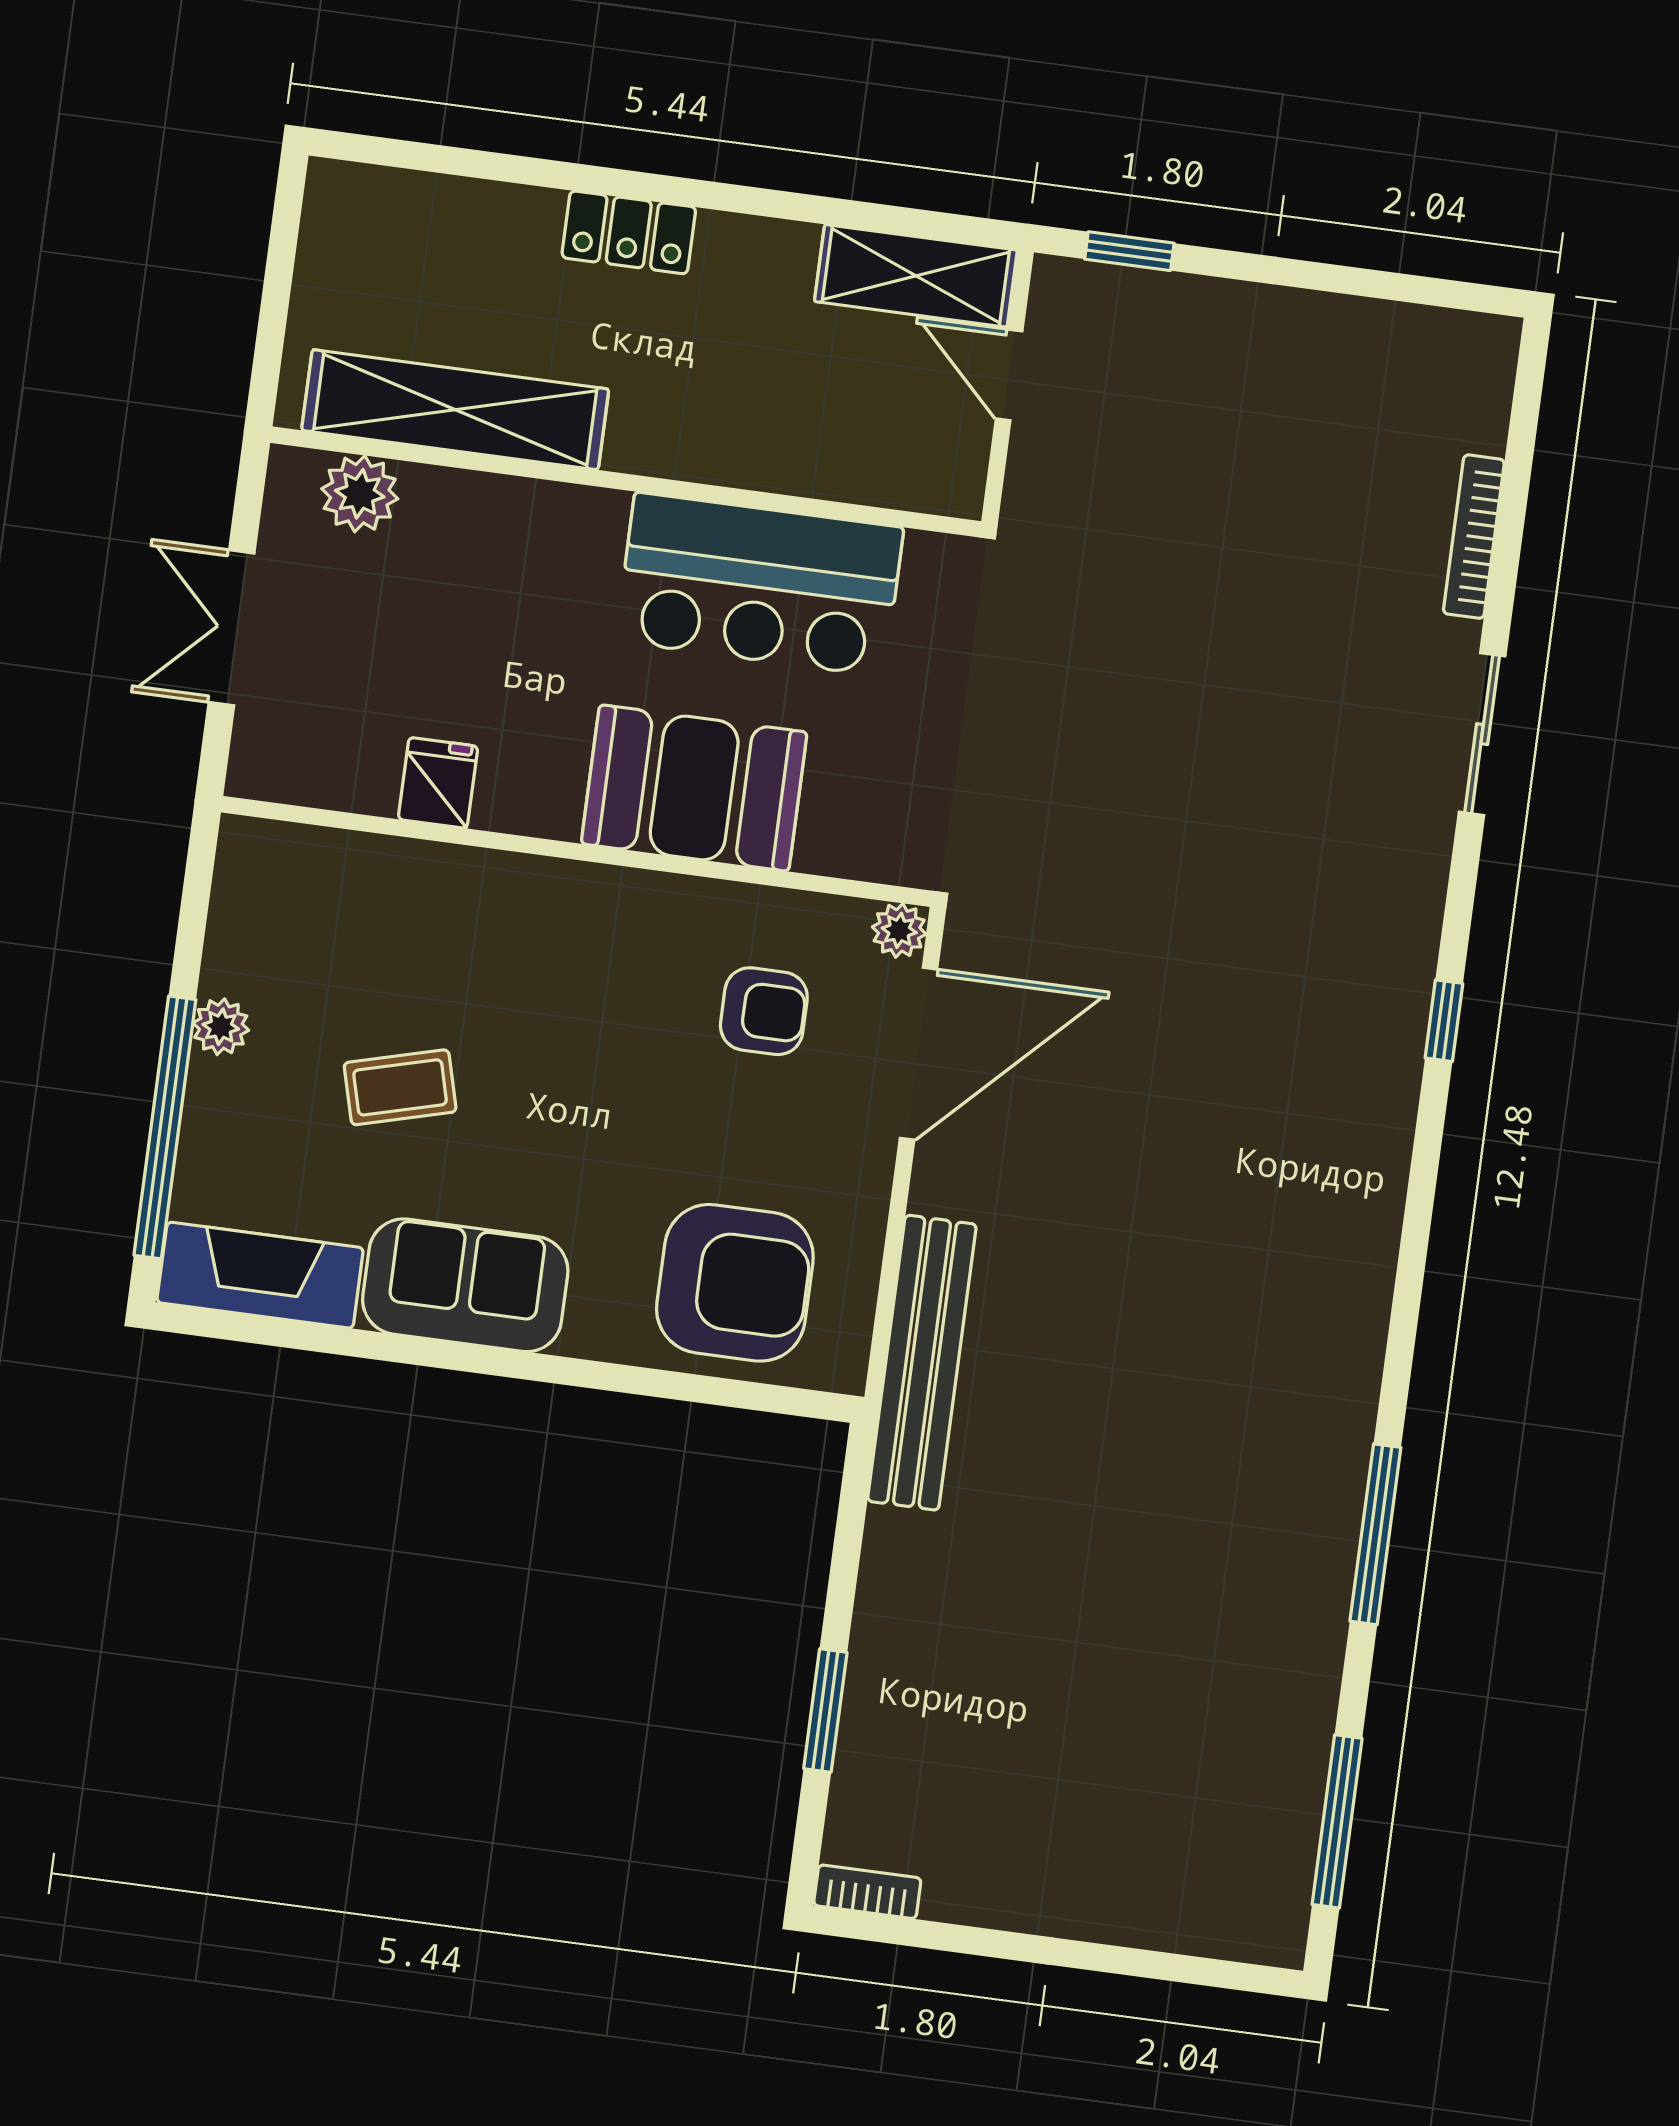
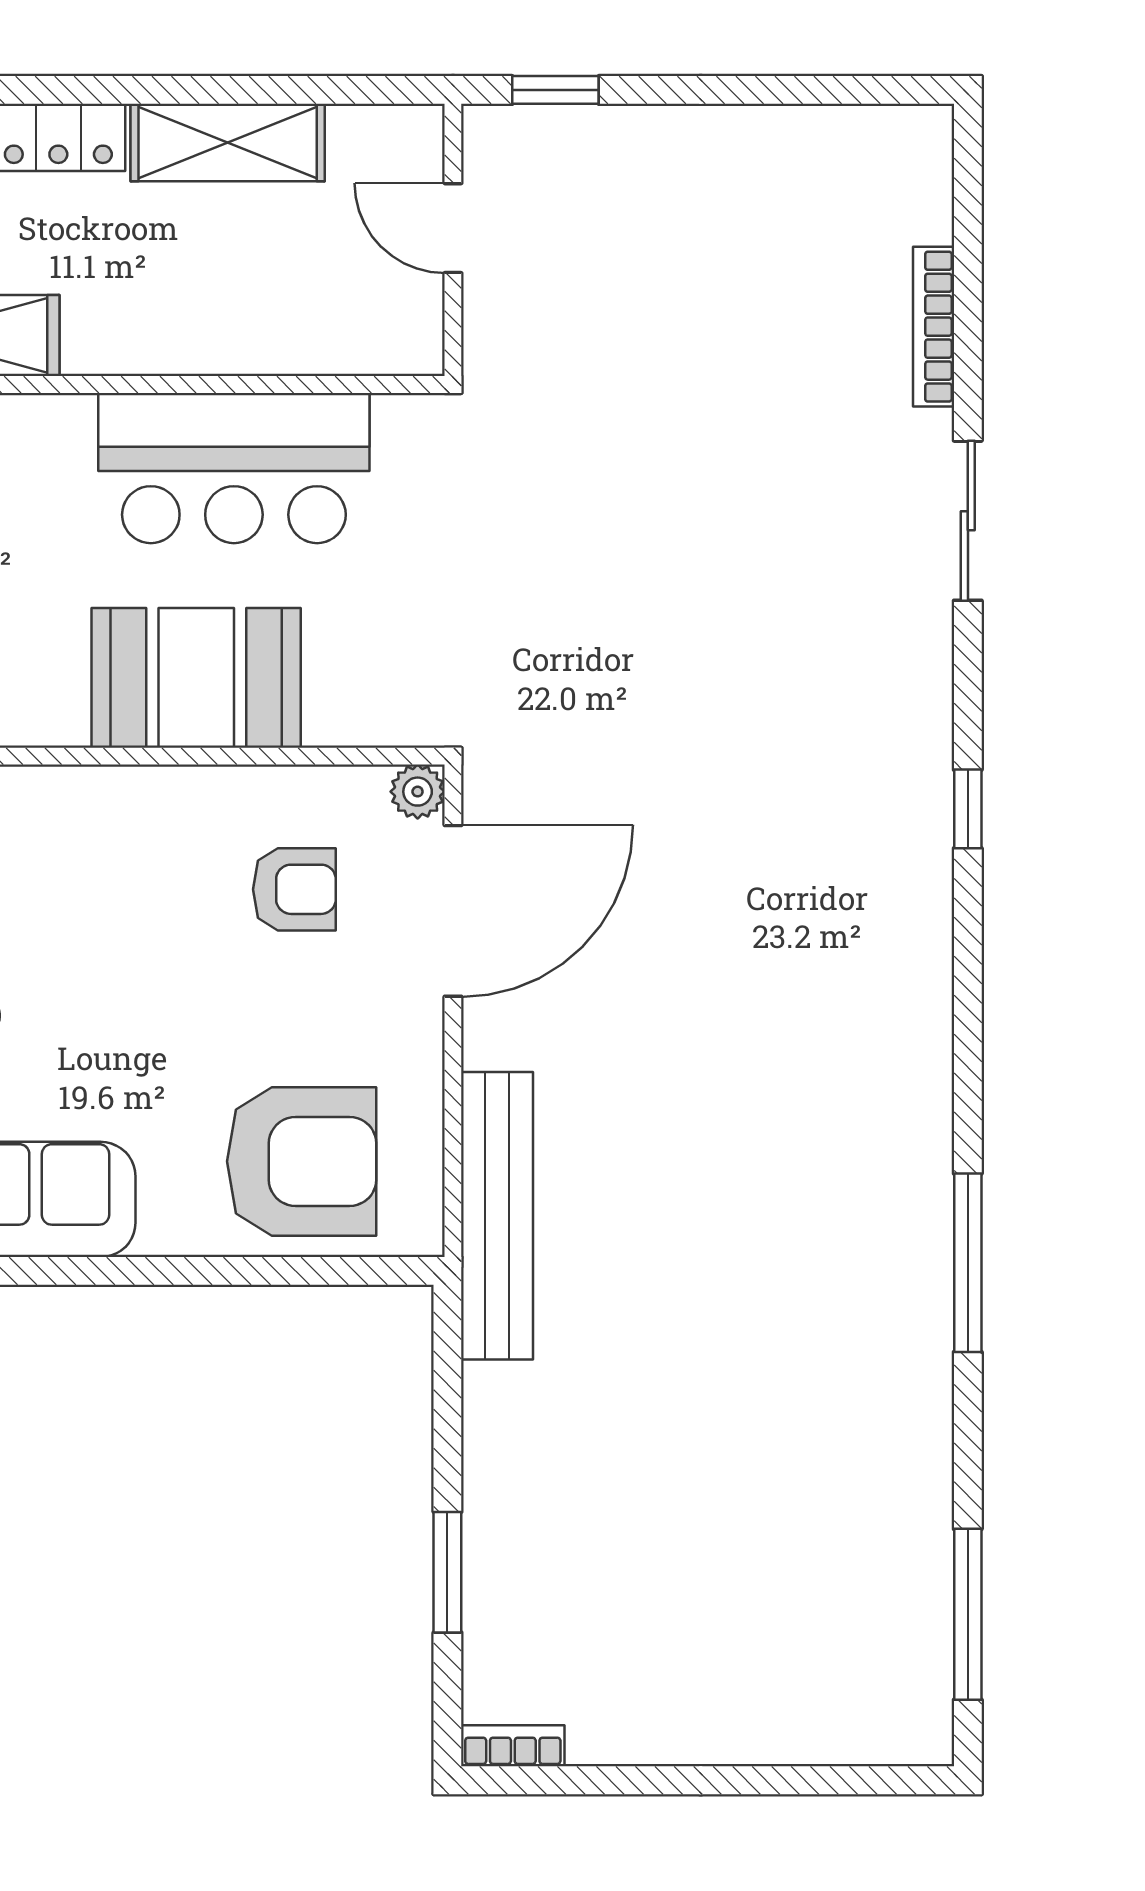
shelving: (916, 276) -> (228, 142), moved
window: (1375, 1534) -> (968, 1263), moved

